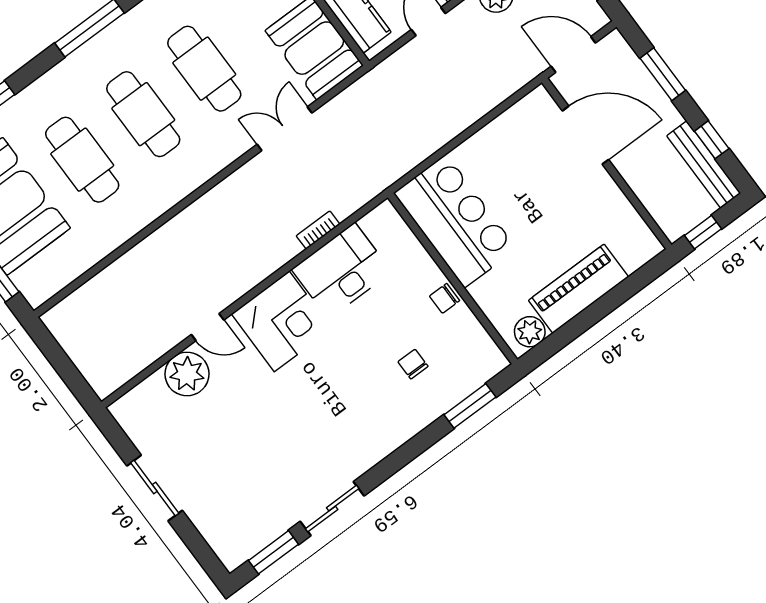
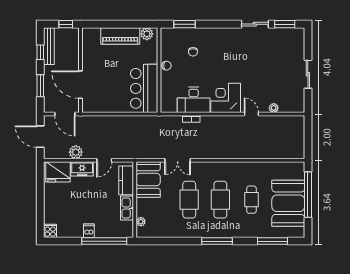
cafe table: (82, 160) -> (251, 200), width x0.73, depth x0.74
plant: (187, 374) -> (274, 108), width x0.53, depth x0.53

